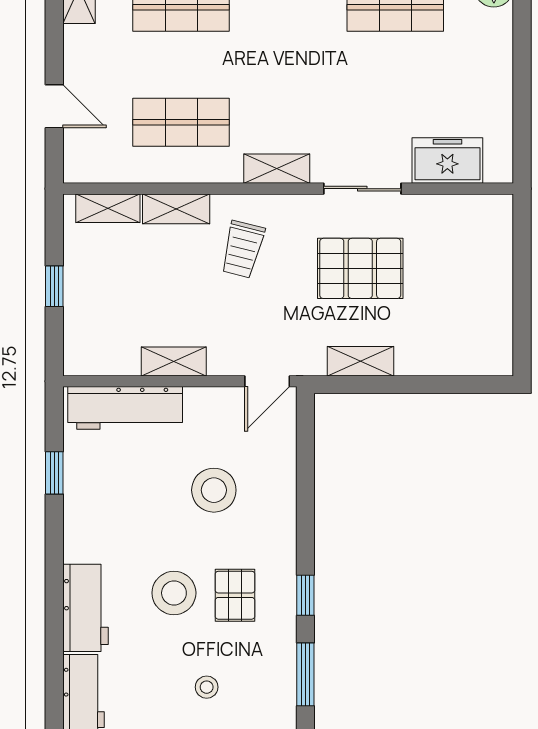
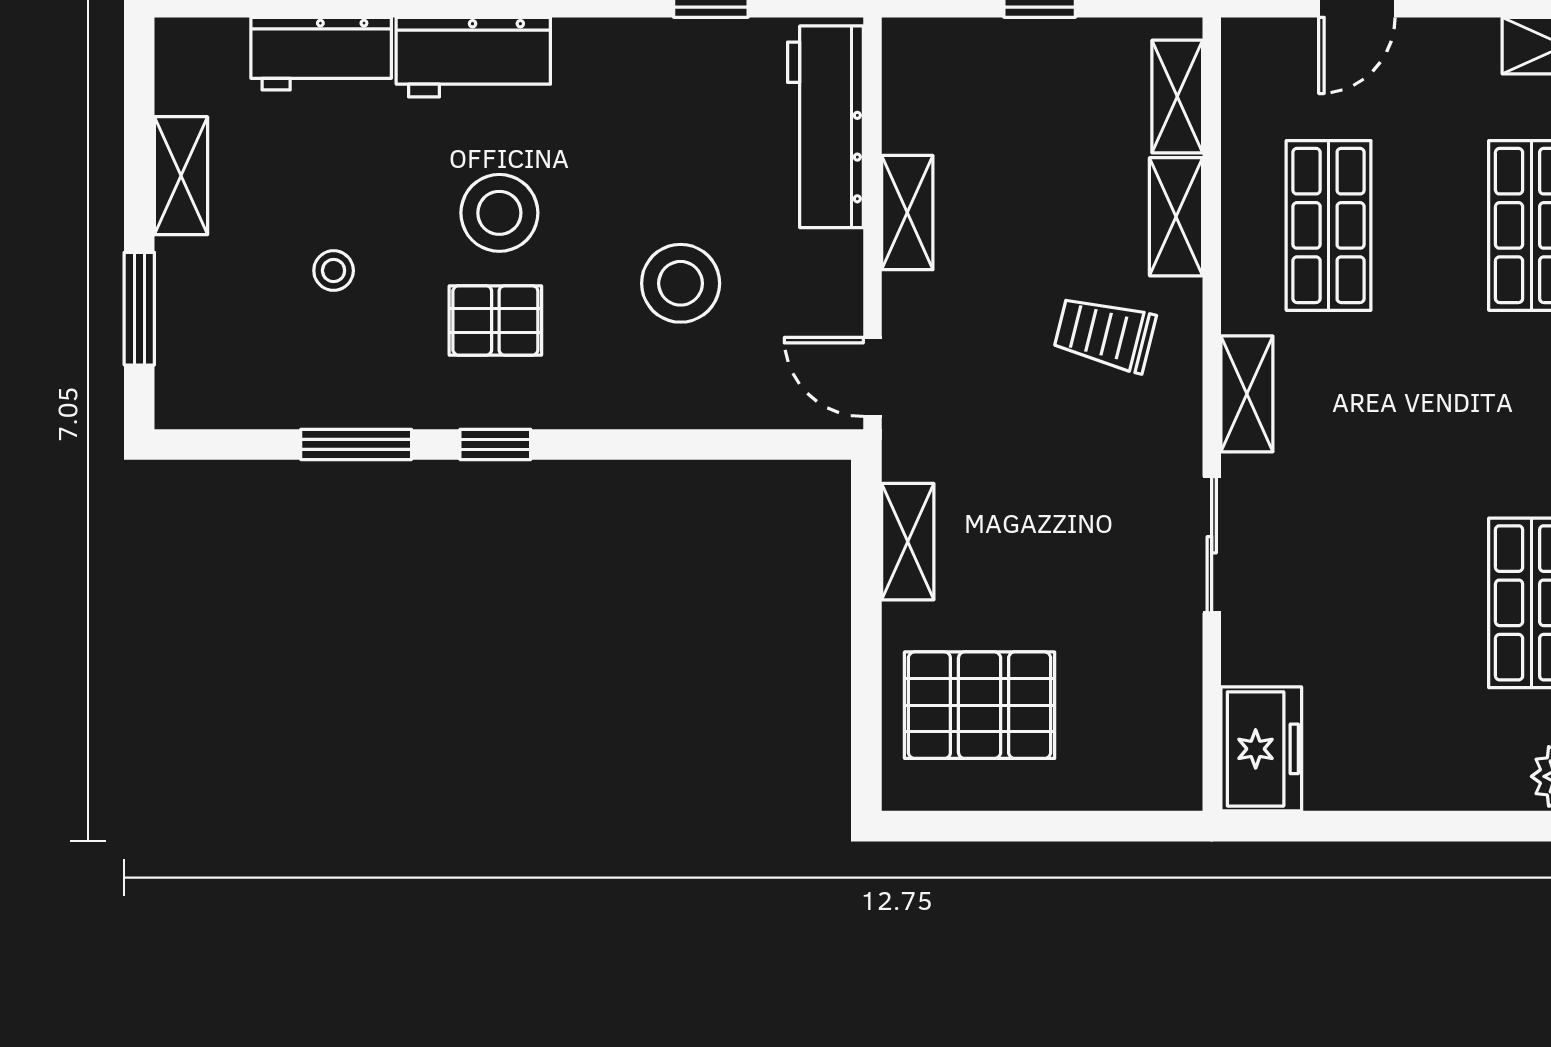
freezer: (447, 161) -> (1261, 749), moved
pallet: (360, 268) -> (980, 705), moved, turned 90

